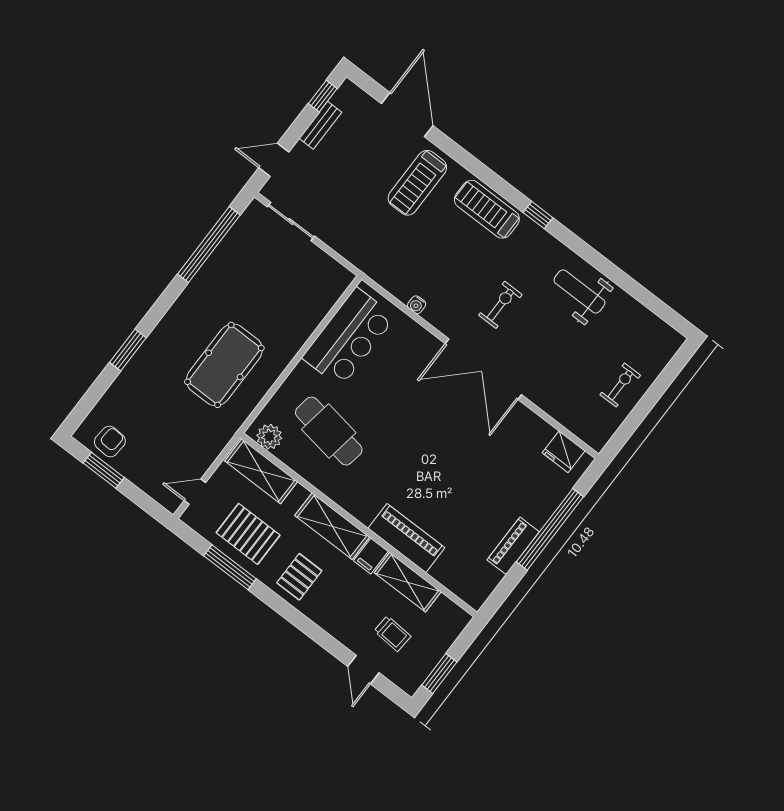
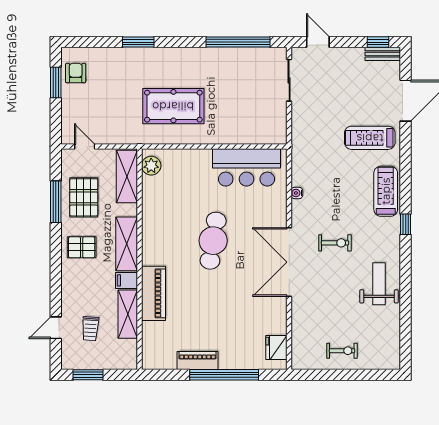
bench: (320, 125) -> (383, 54), moved
cafe table: (329, 431) -> (213, 241), moved
armchair: (110, 442) -> (76, 73), turned -94

